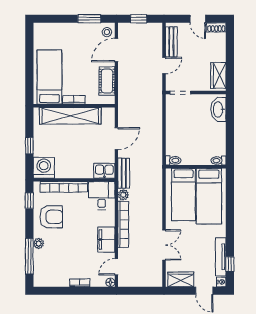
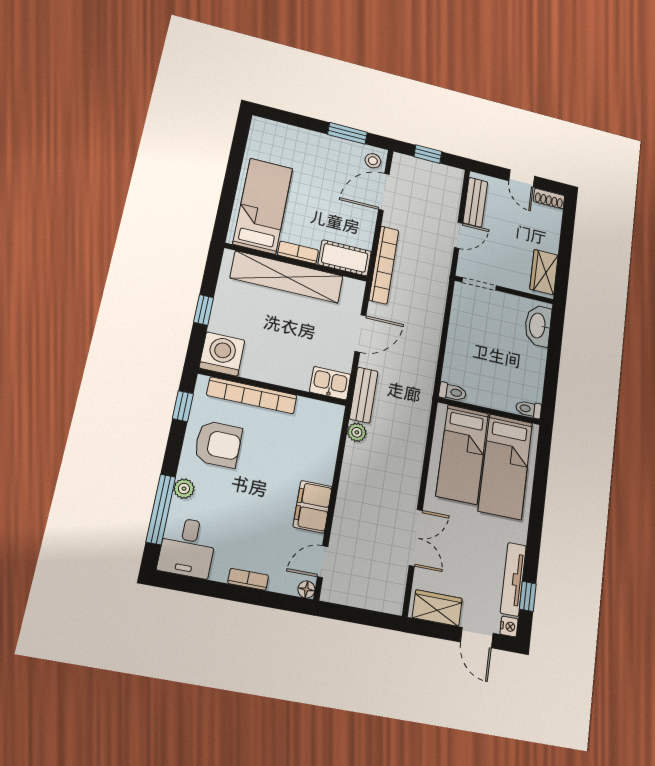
cot: (107, 81) -> (345, 258), moved, turned 90
desk: (102, 196) -> (187, 547), moved, turned 180
bookcase: (123, 224) -> (384, 265), moved

